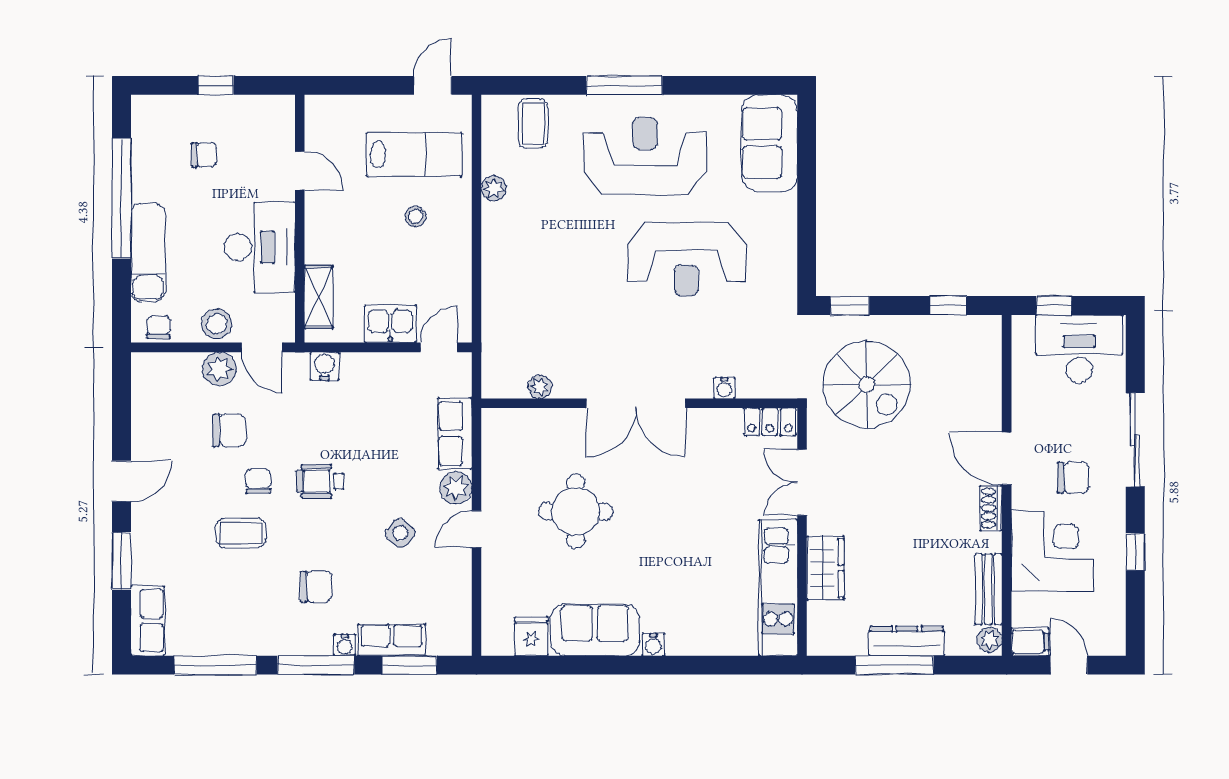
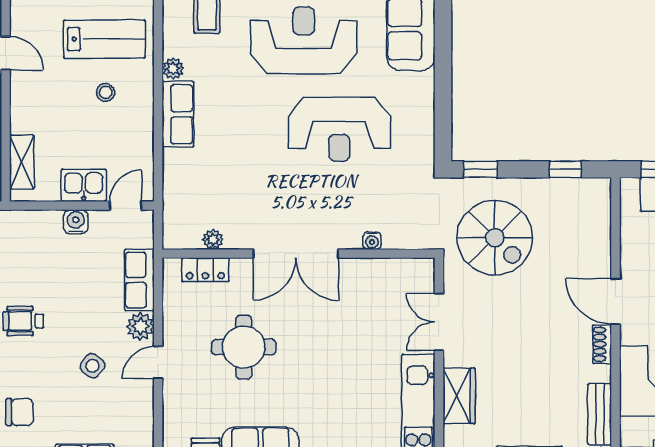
row of seats: (499, 241) -> (178, 114), added
water cooler: (325, 366) -> (76, 222), moved
locker: (770, 422) -> (205, 270), moved

